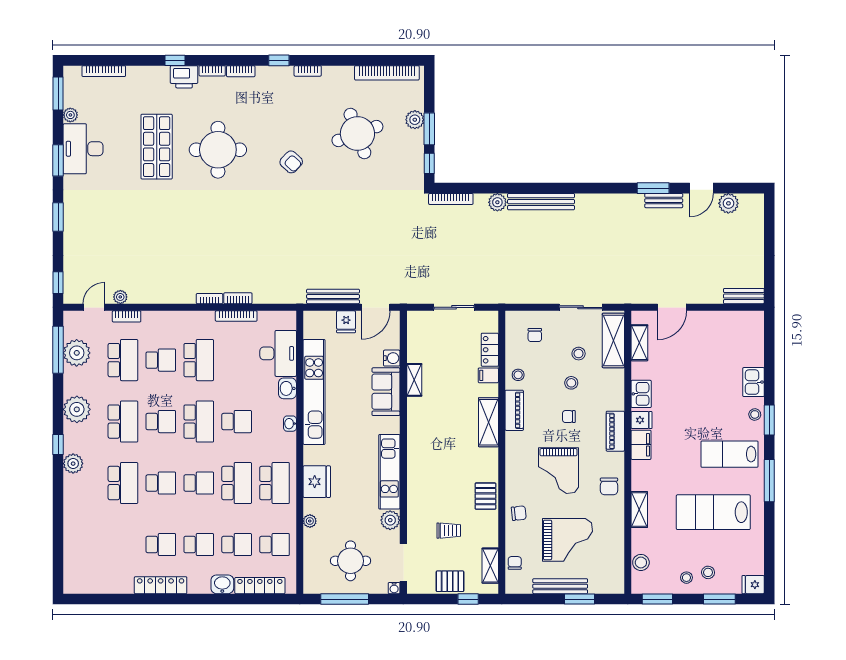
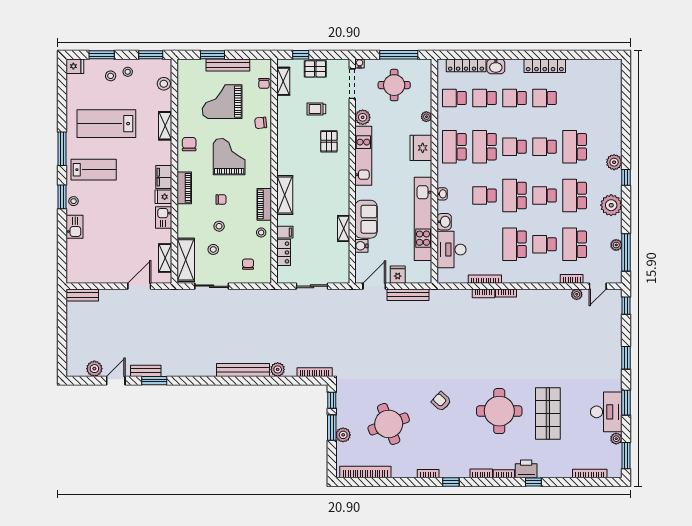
plant: (77, 353) -> (616, 245), width x0.53, depth x0.53
pallet: (485, 496) -> (329, 141), moved
lab bench: (713, 512) -> (106, 124), turned 180

